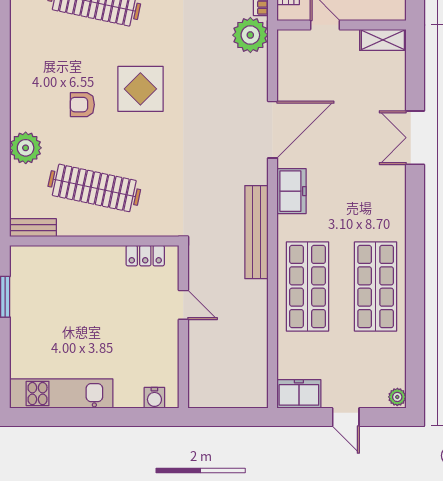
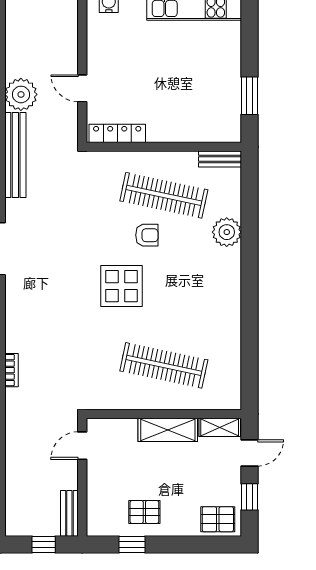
plant: (250, 35) -> (21, 94), moved
armchair: (82, 105) -> (147, 235), moved
locker: (145, 256) -> (117, 133), width x1.53

